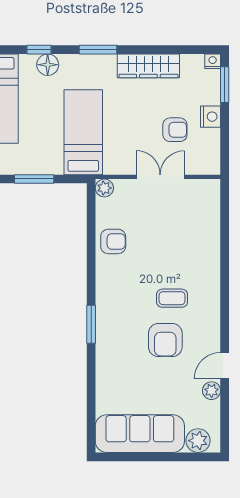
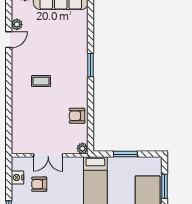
nightstand: (211, 117) -> (17, 178), moved
armchair: (165, 340) -> (45, 55), removed

